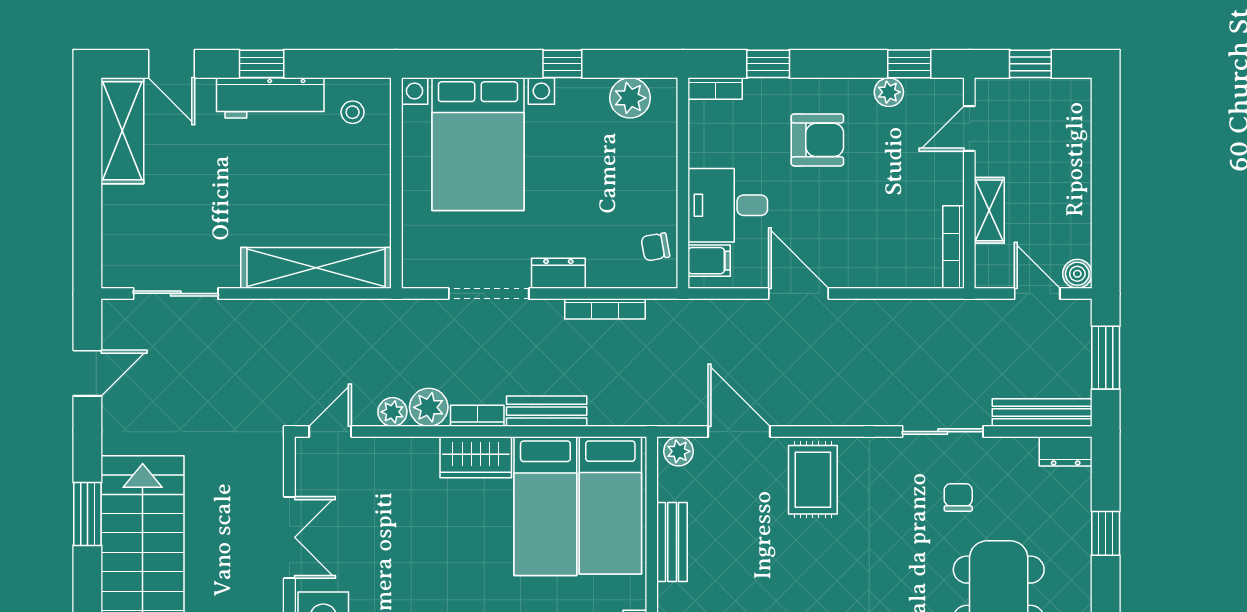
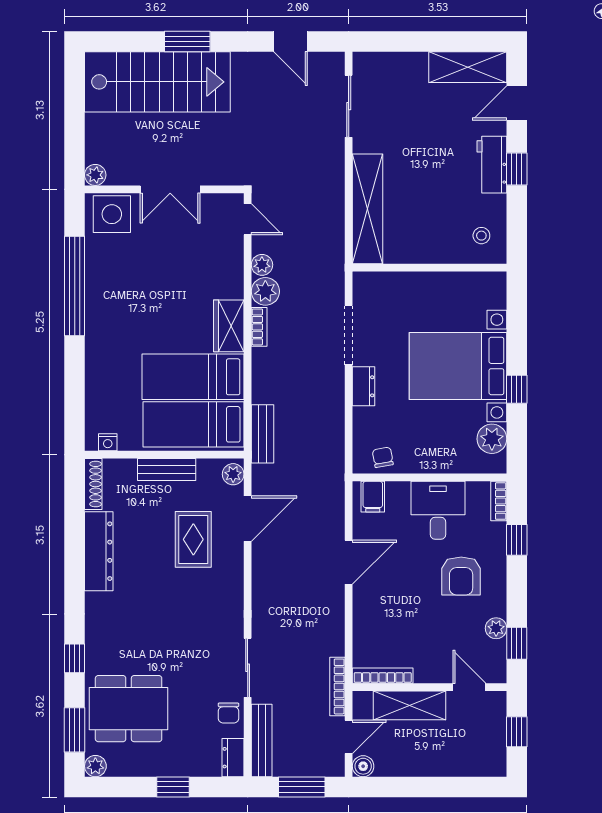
workbench: (270, 98) -> (492, 165), width x0.73
bed with nightstands: (478, 144) -> (458, 366), moved
desk: (728, 205) -> (438, 510), moved
shelving: (989, 210) -> (410, 705), width x1.50, depth x1.33
bookcase: (605, 309) -> (337, 686), moved
bench: (547, 411) -> (263, 434), moved
rug: (813, 480) -> (193, 539), moved, turned 90
chair: (958, 497) -> (228, 713), moved, turned 90

